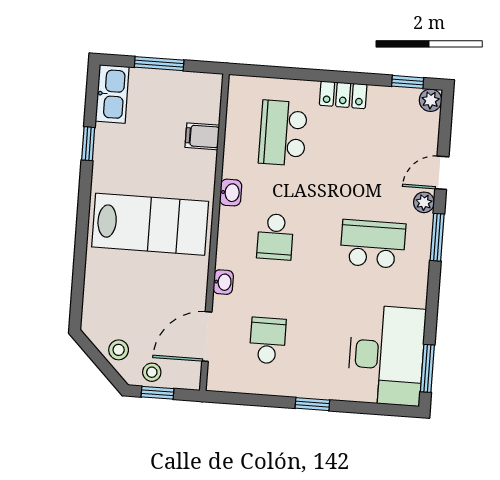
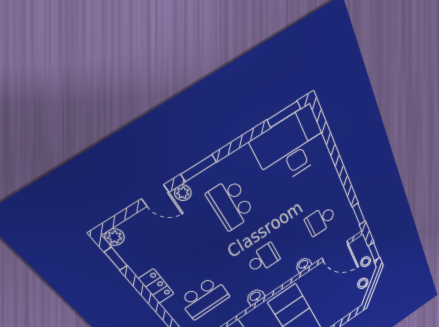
window: (312, 404) -> (359, 214), moved

